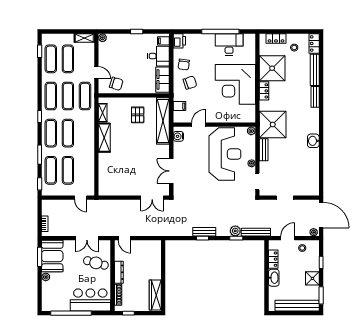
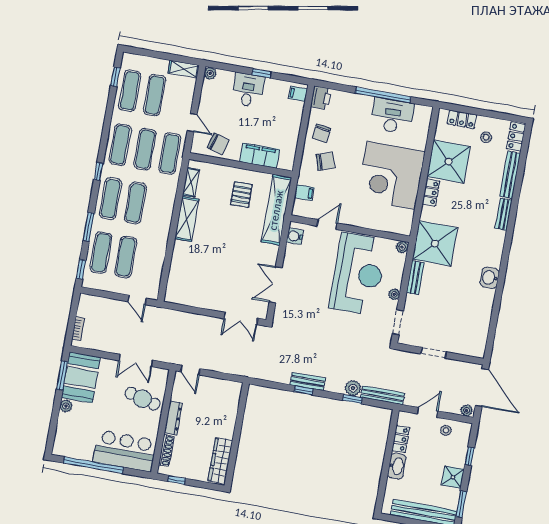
desk: (158, 56) -> (248, 90), moved, turned -90
filing cabinet: (163, 80) -> (260, 156), moved, turned 90

